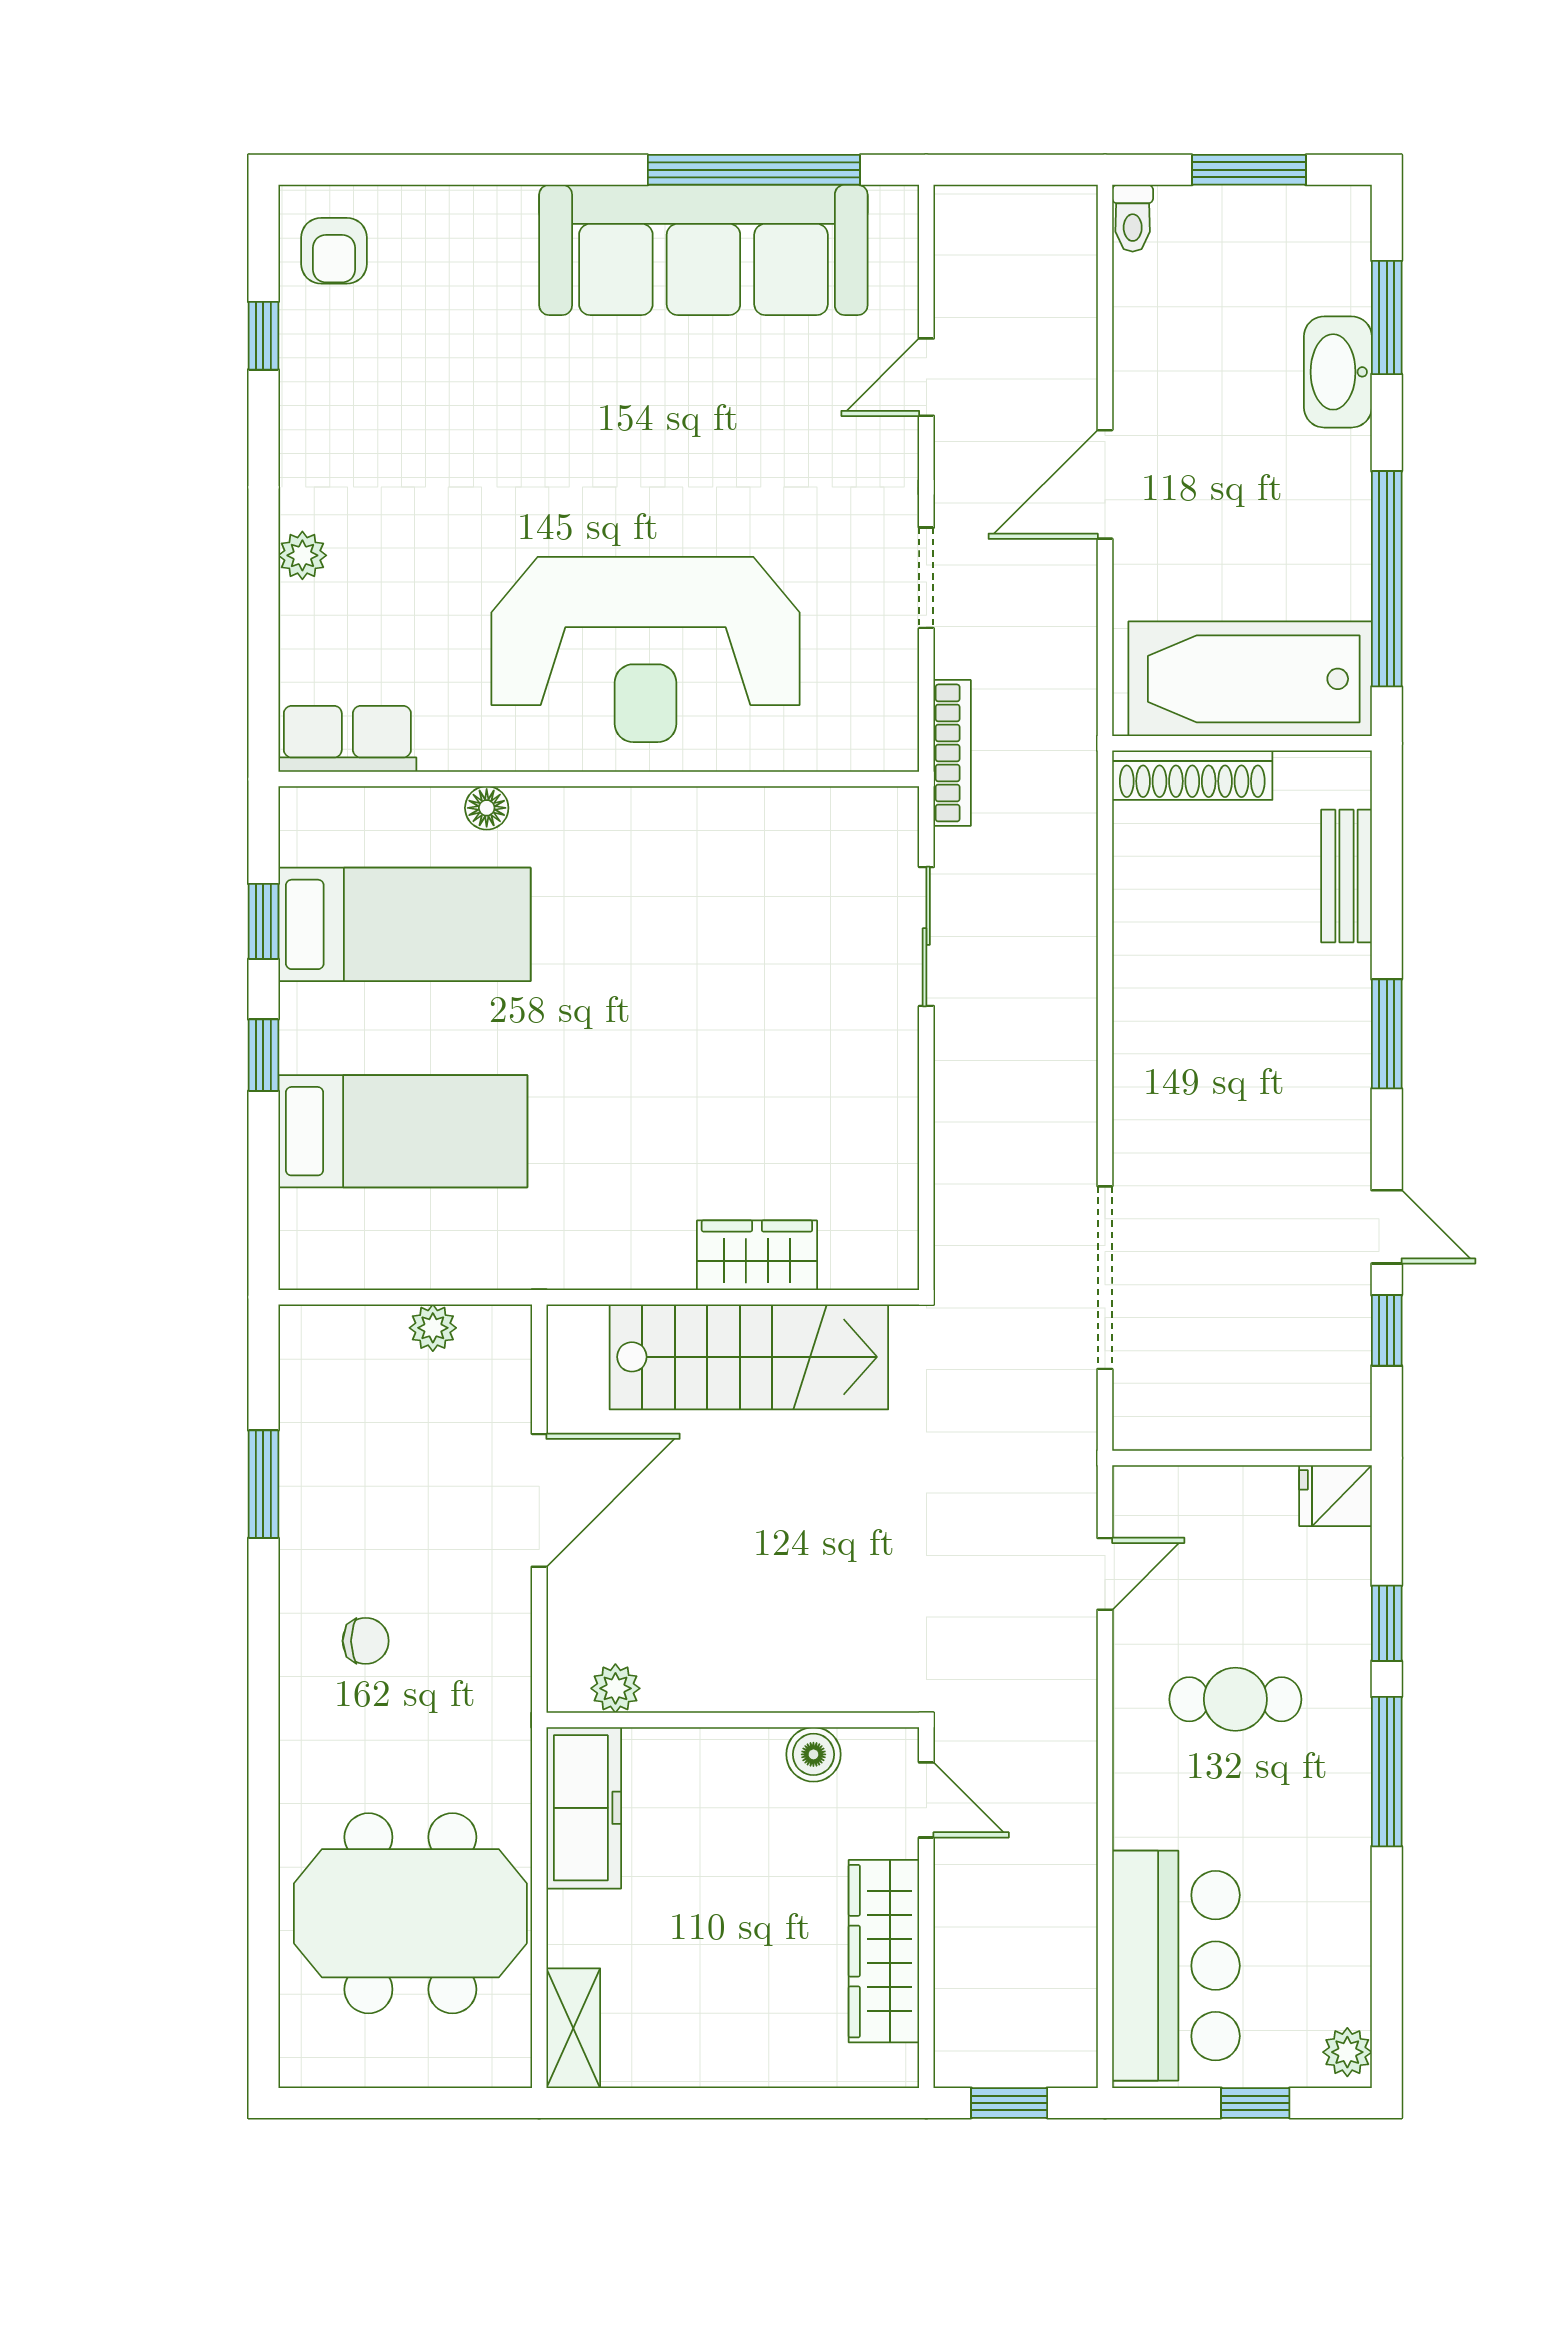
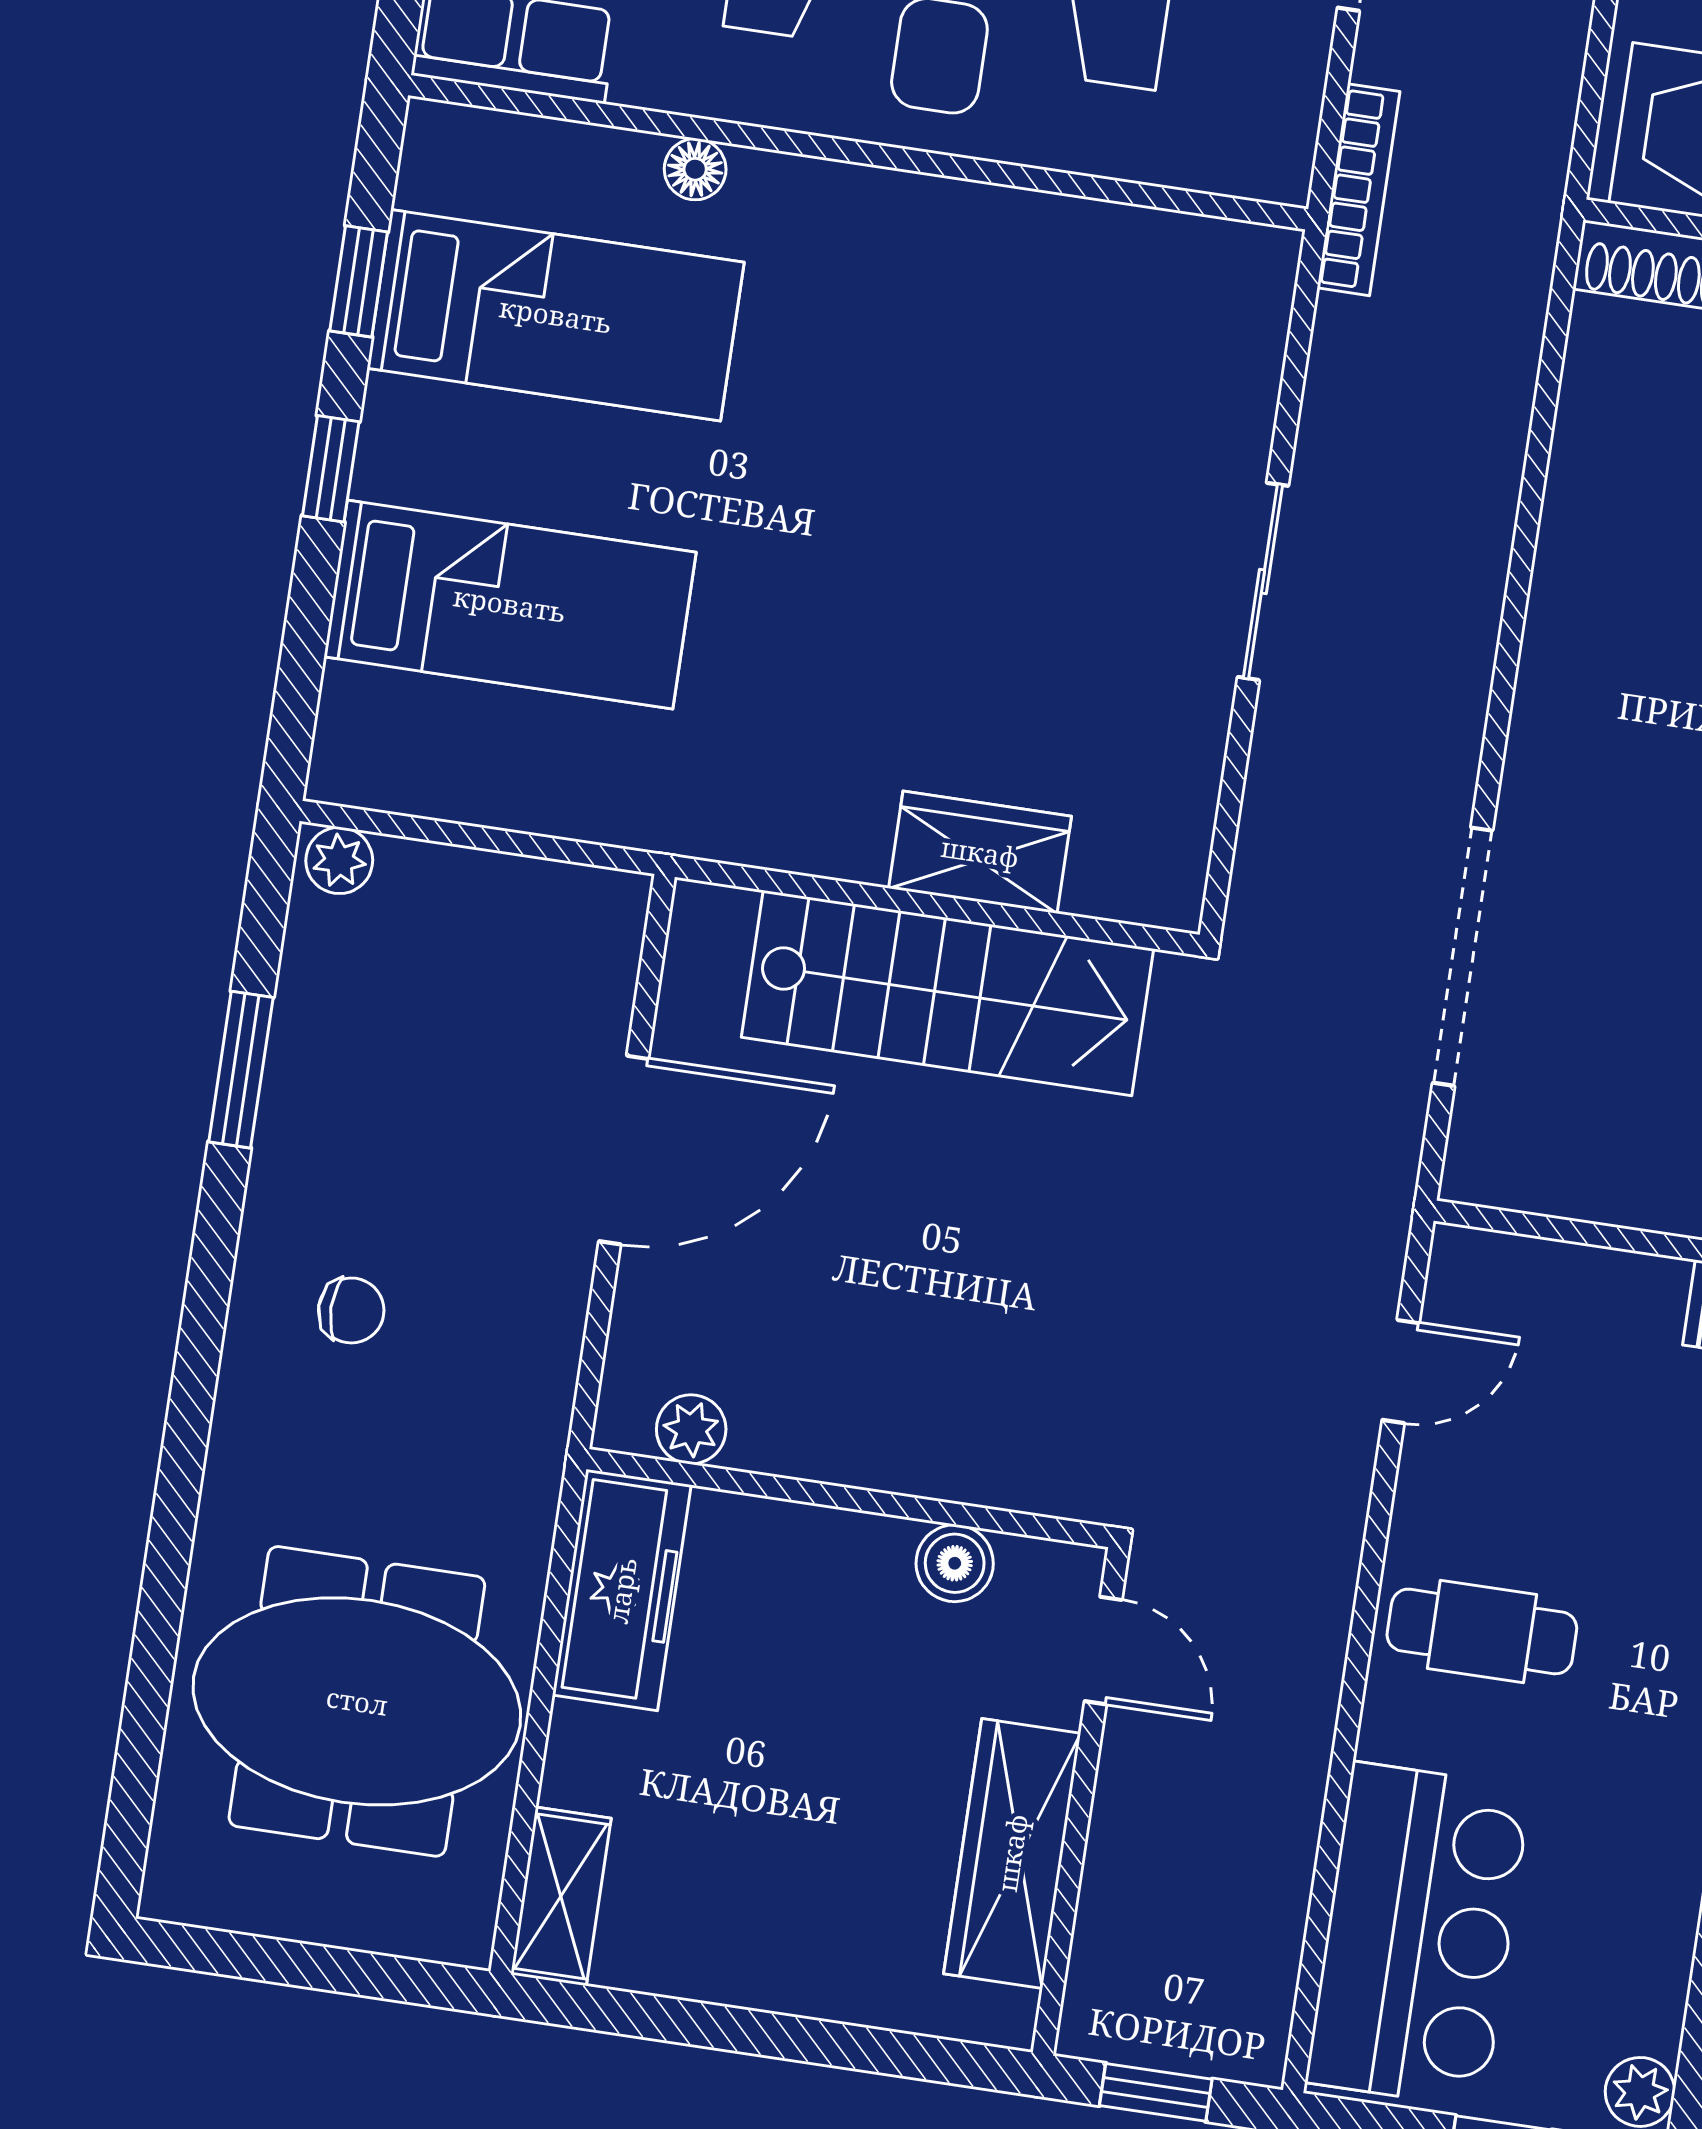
sliding door: (926, 937) -> (1263, 581), moved
plant: (433, 1328) -> (339, 860), moved
cafe table: (1235, 1699) -> (1482, 1631), moved

